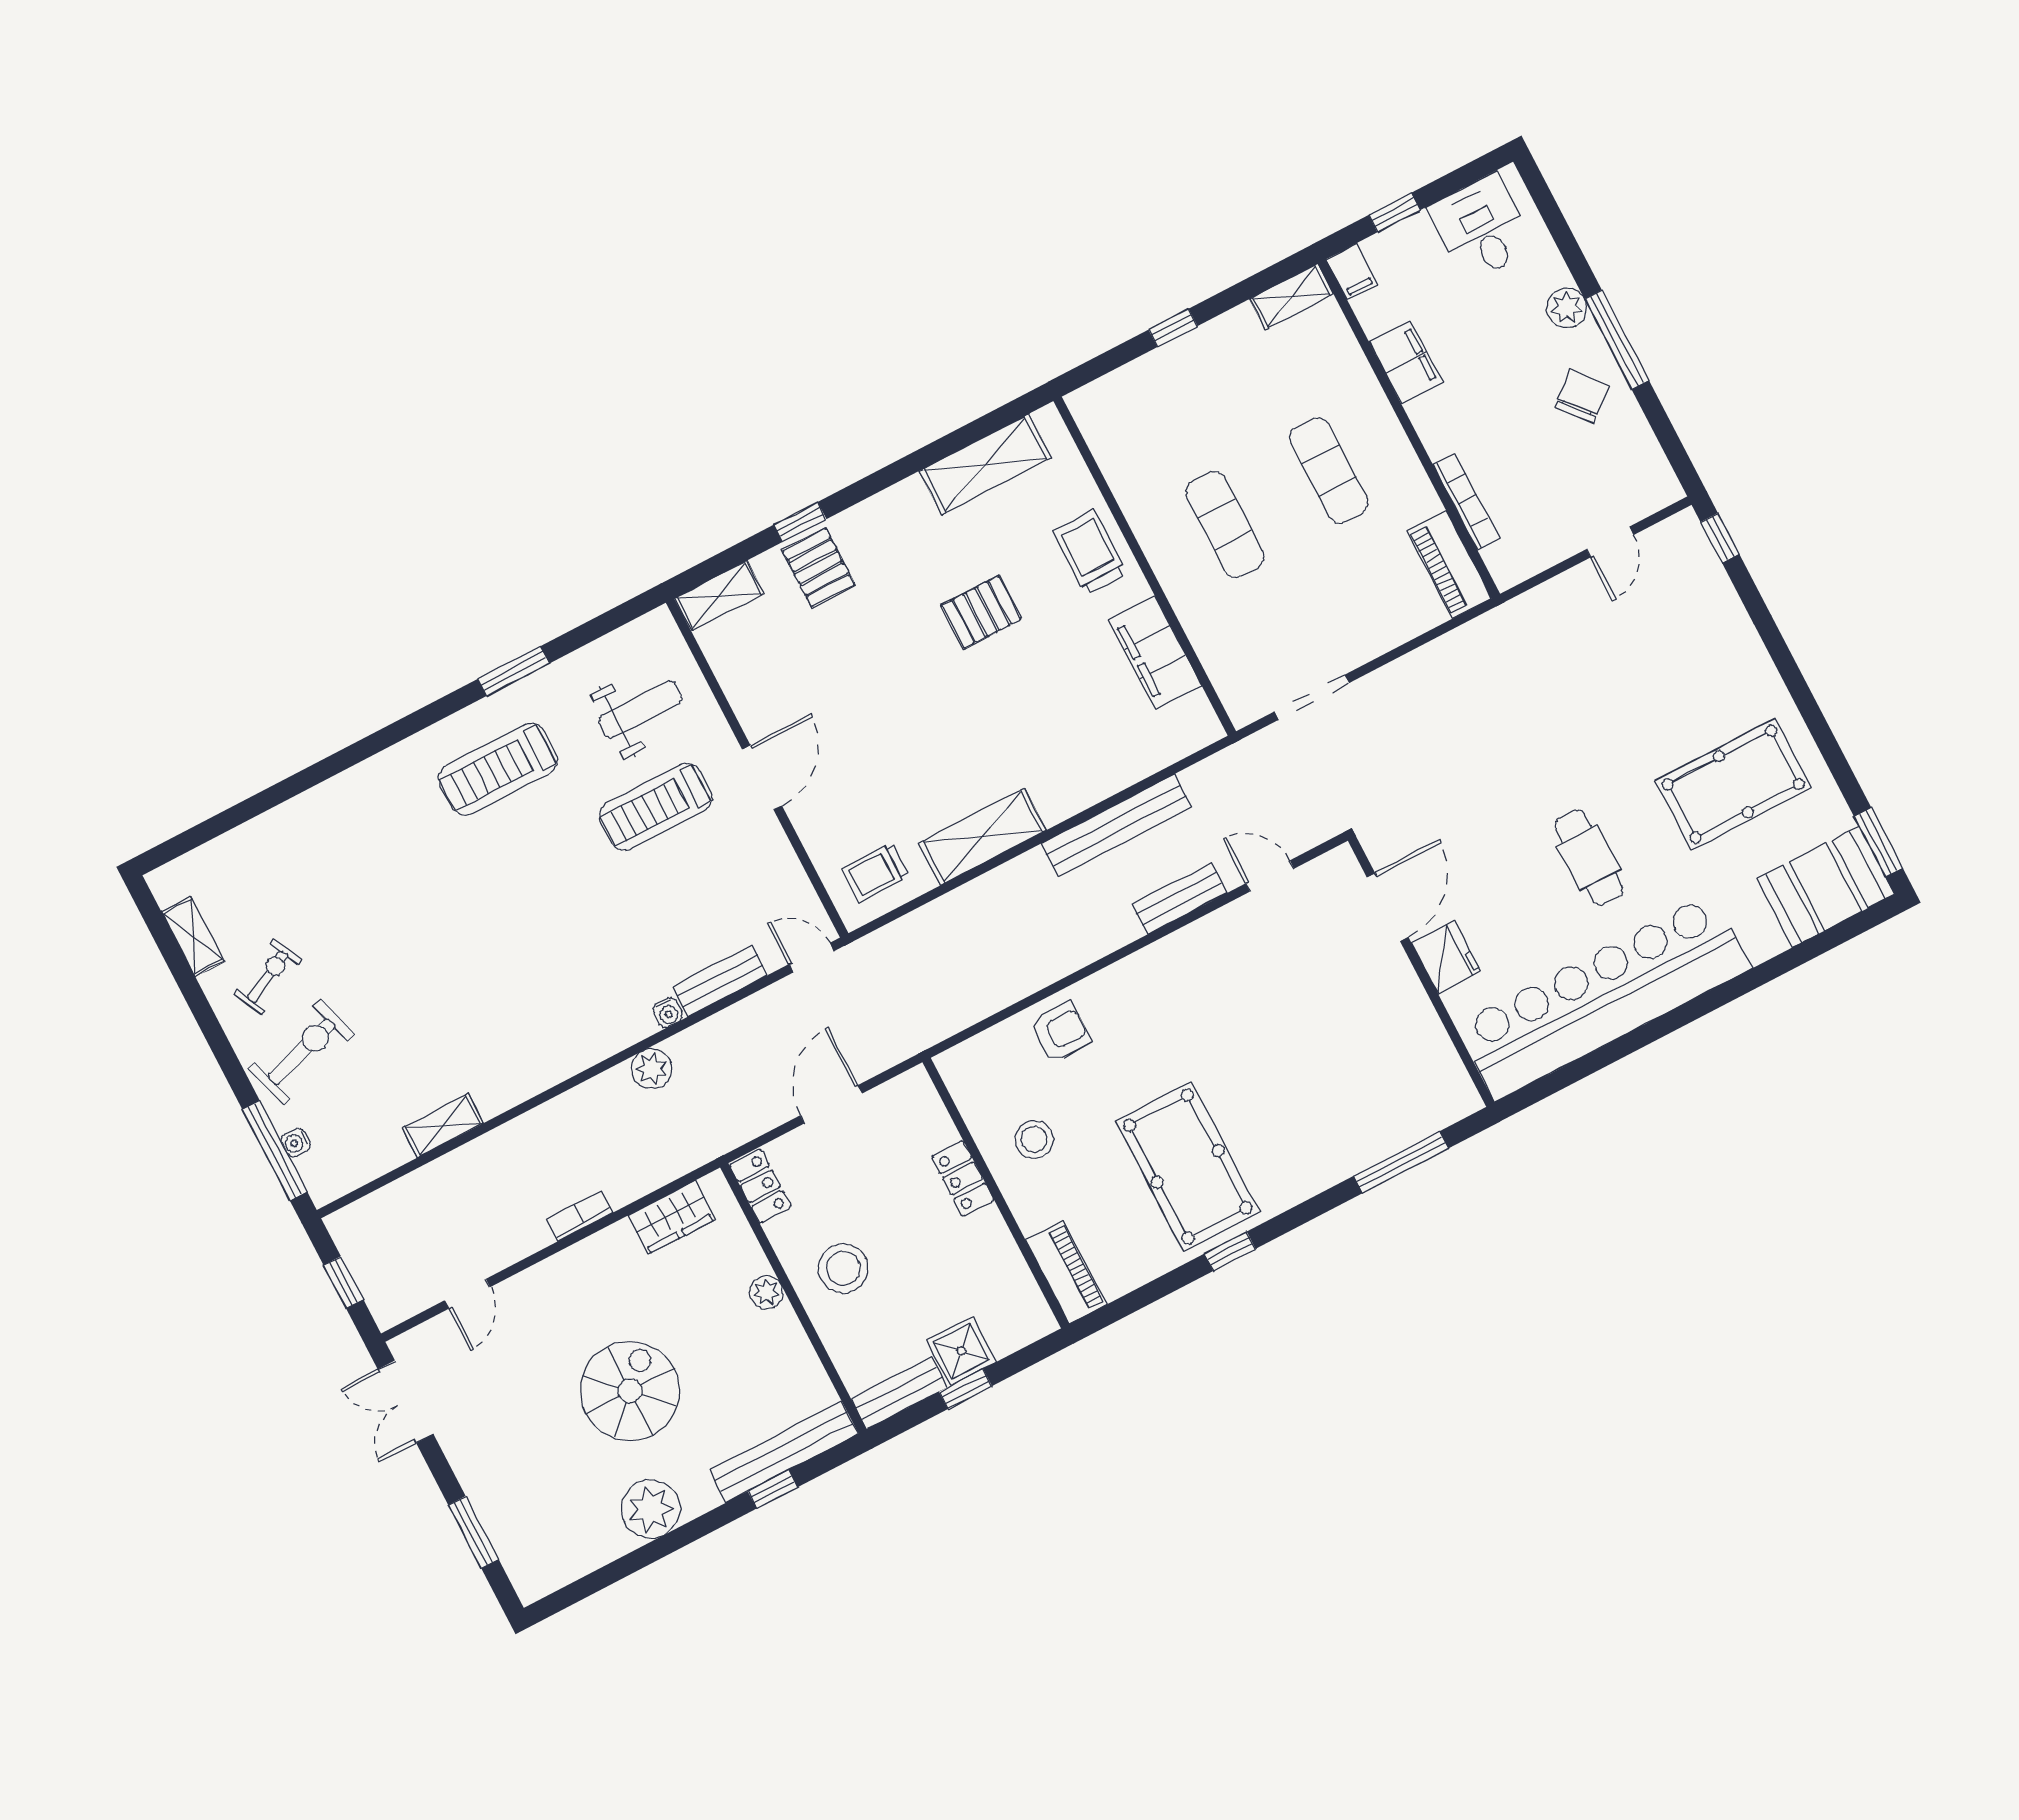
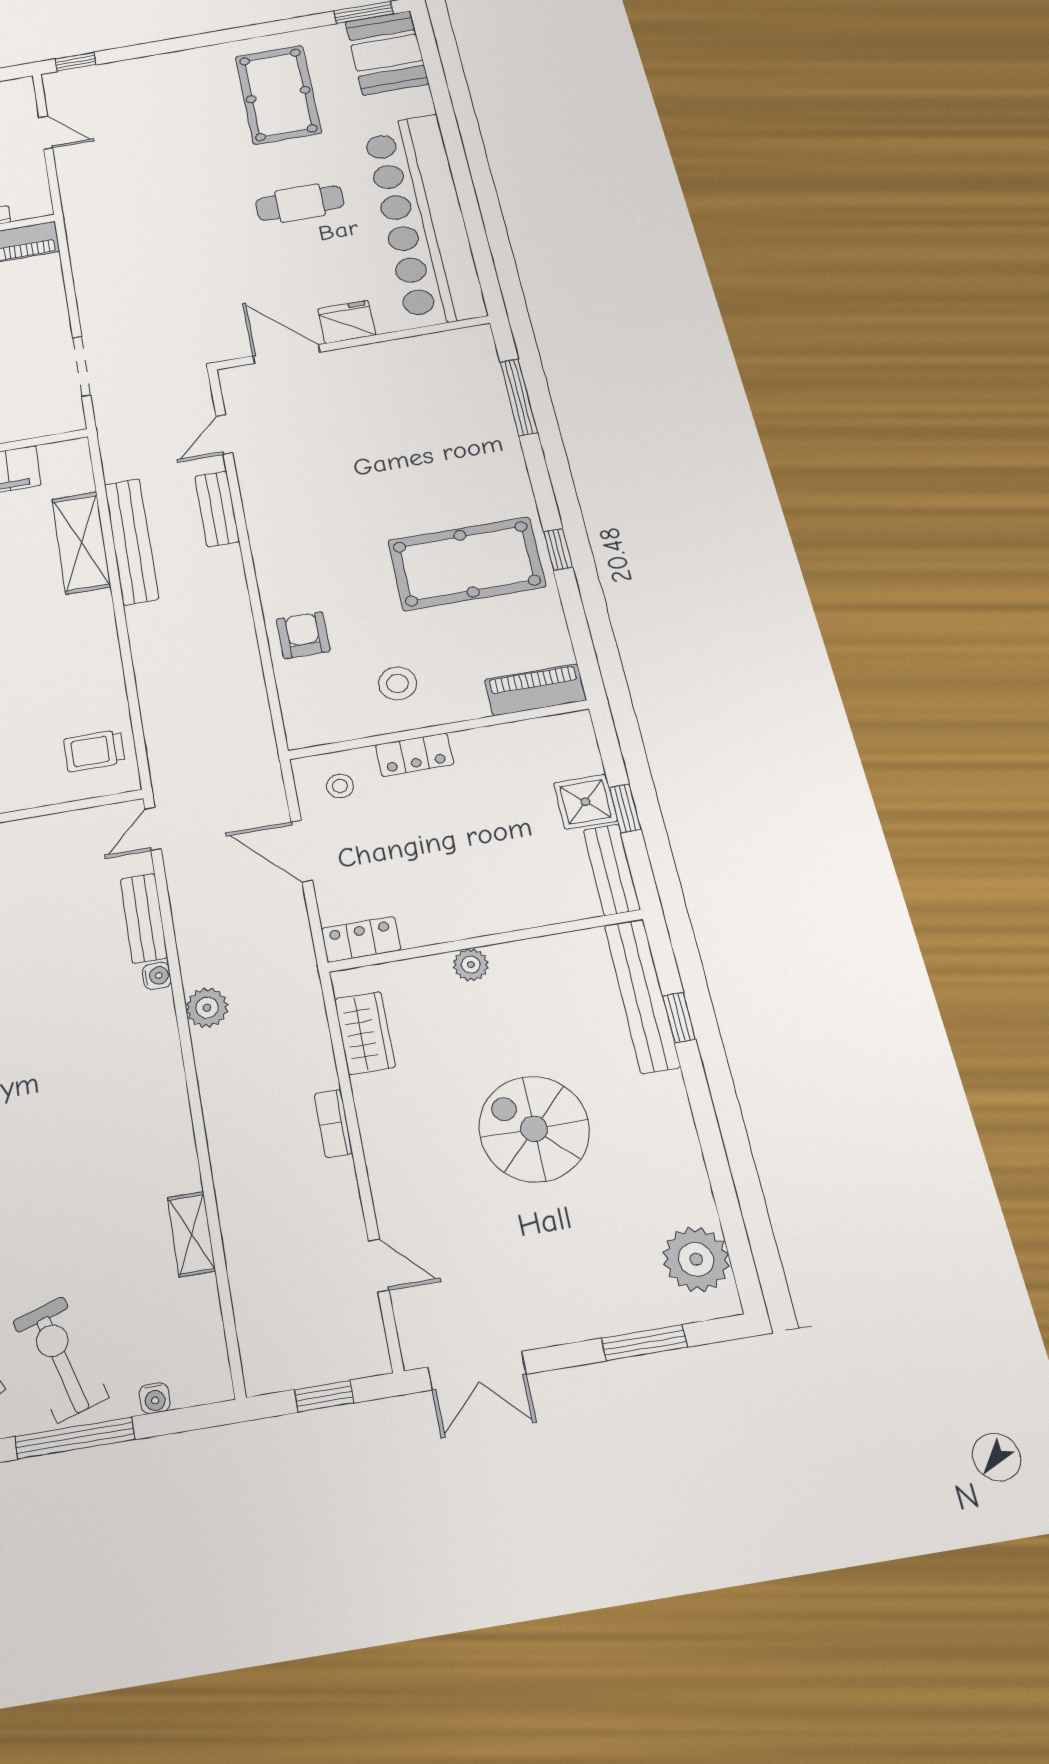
shelving: (982, 837) -> (81, 543), moved
trolley: (875, 873) -> (94, 751), turned 90
window: (275, 1150) -> (75, 1438), moved
stool: (843, 1268) -> (340, 786), moved, width x0.53, depth x0.53
plant: (651, 1509) -> (696, 1259), moved

